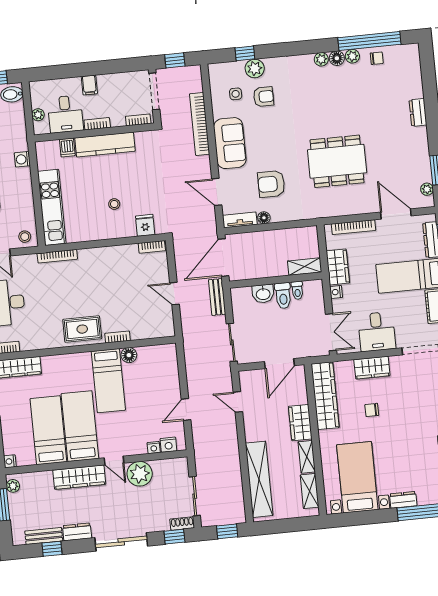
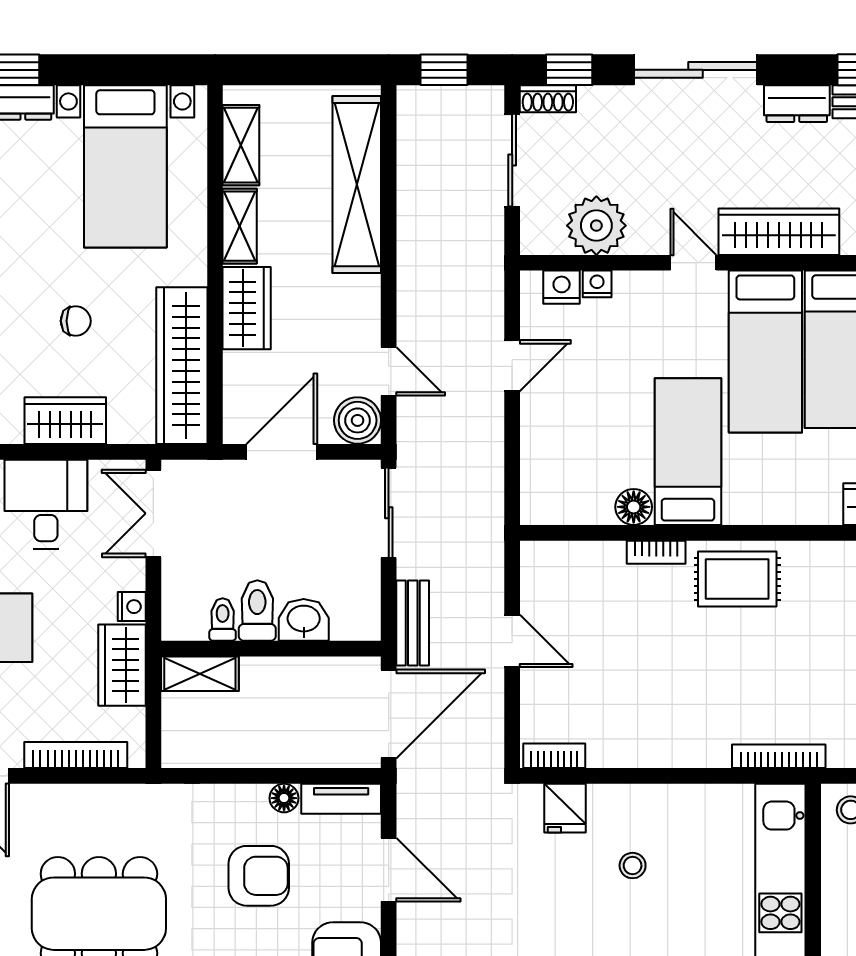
boiler: (249, 380) -> (358, 420), added
plant: (140, 474) -> (596, 226), moved

